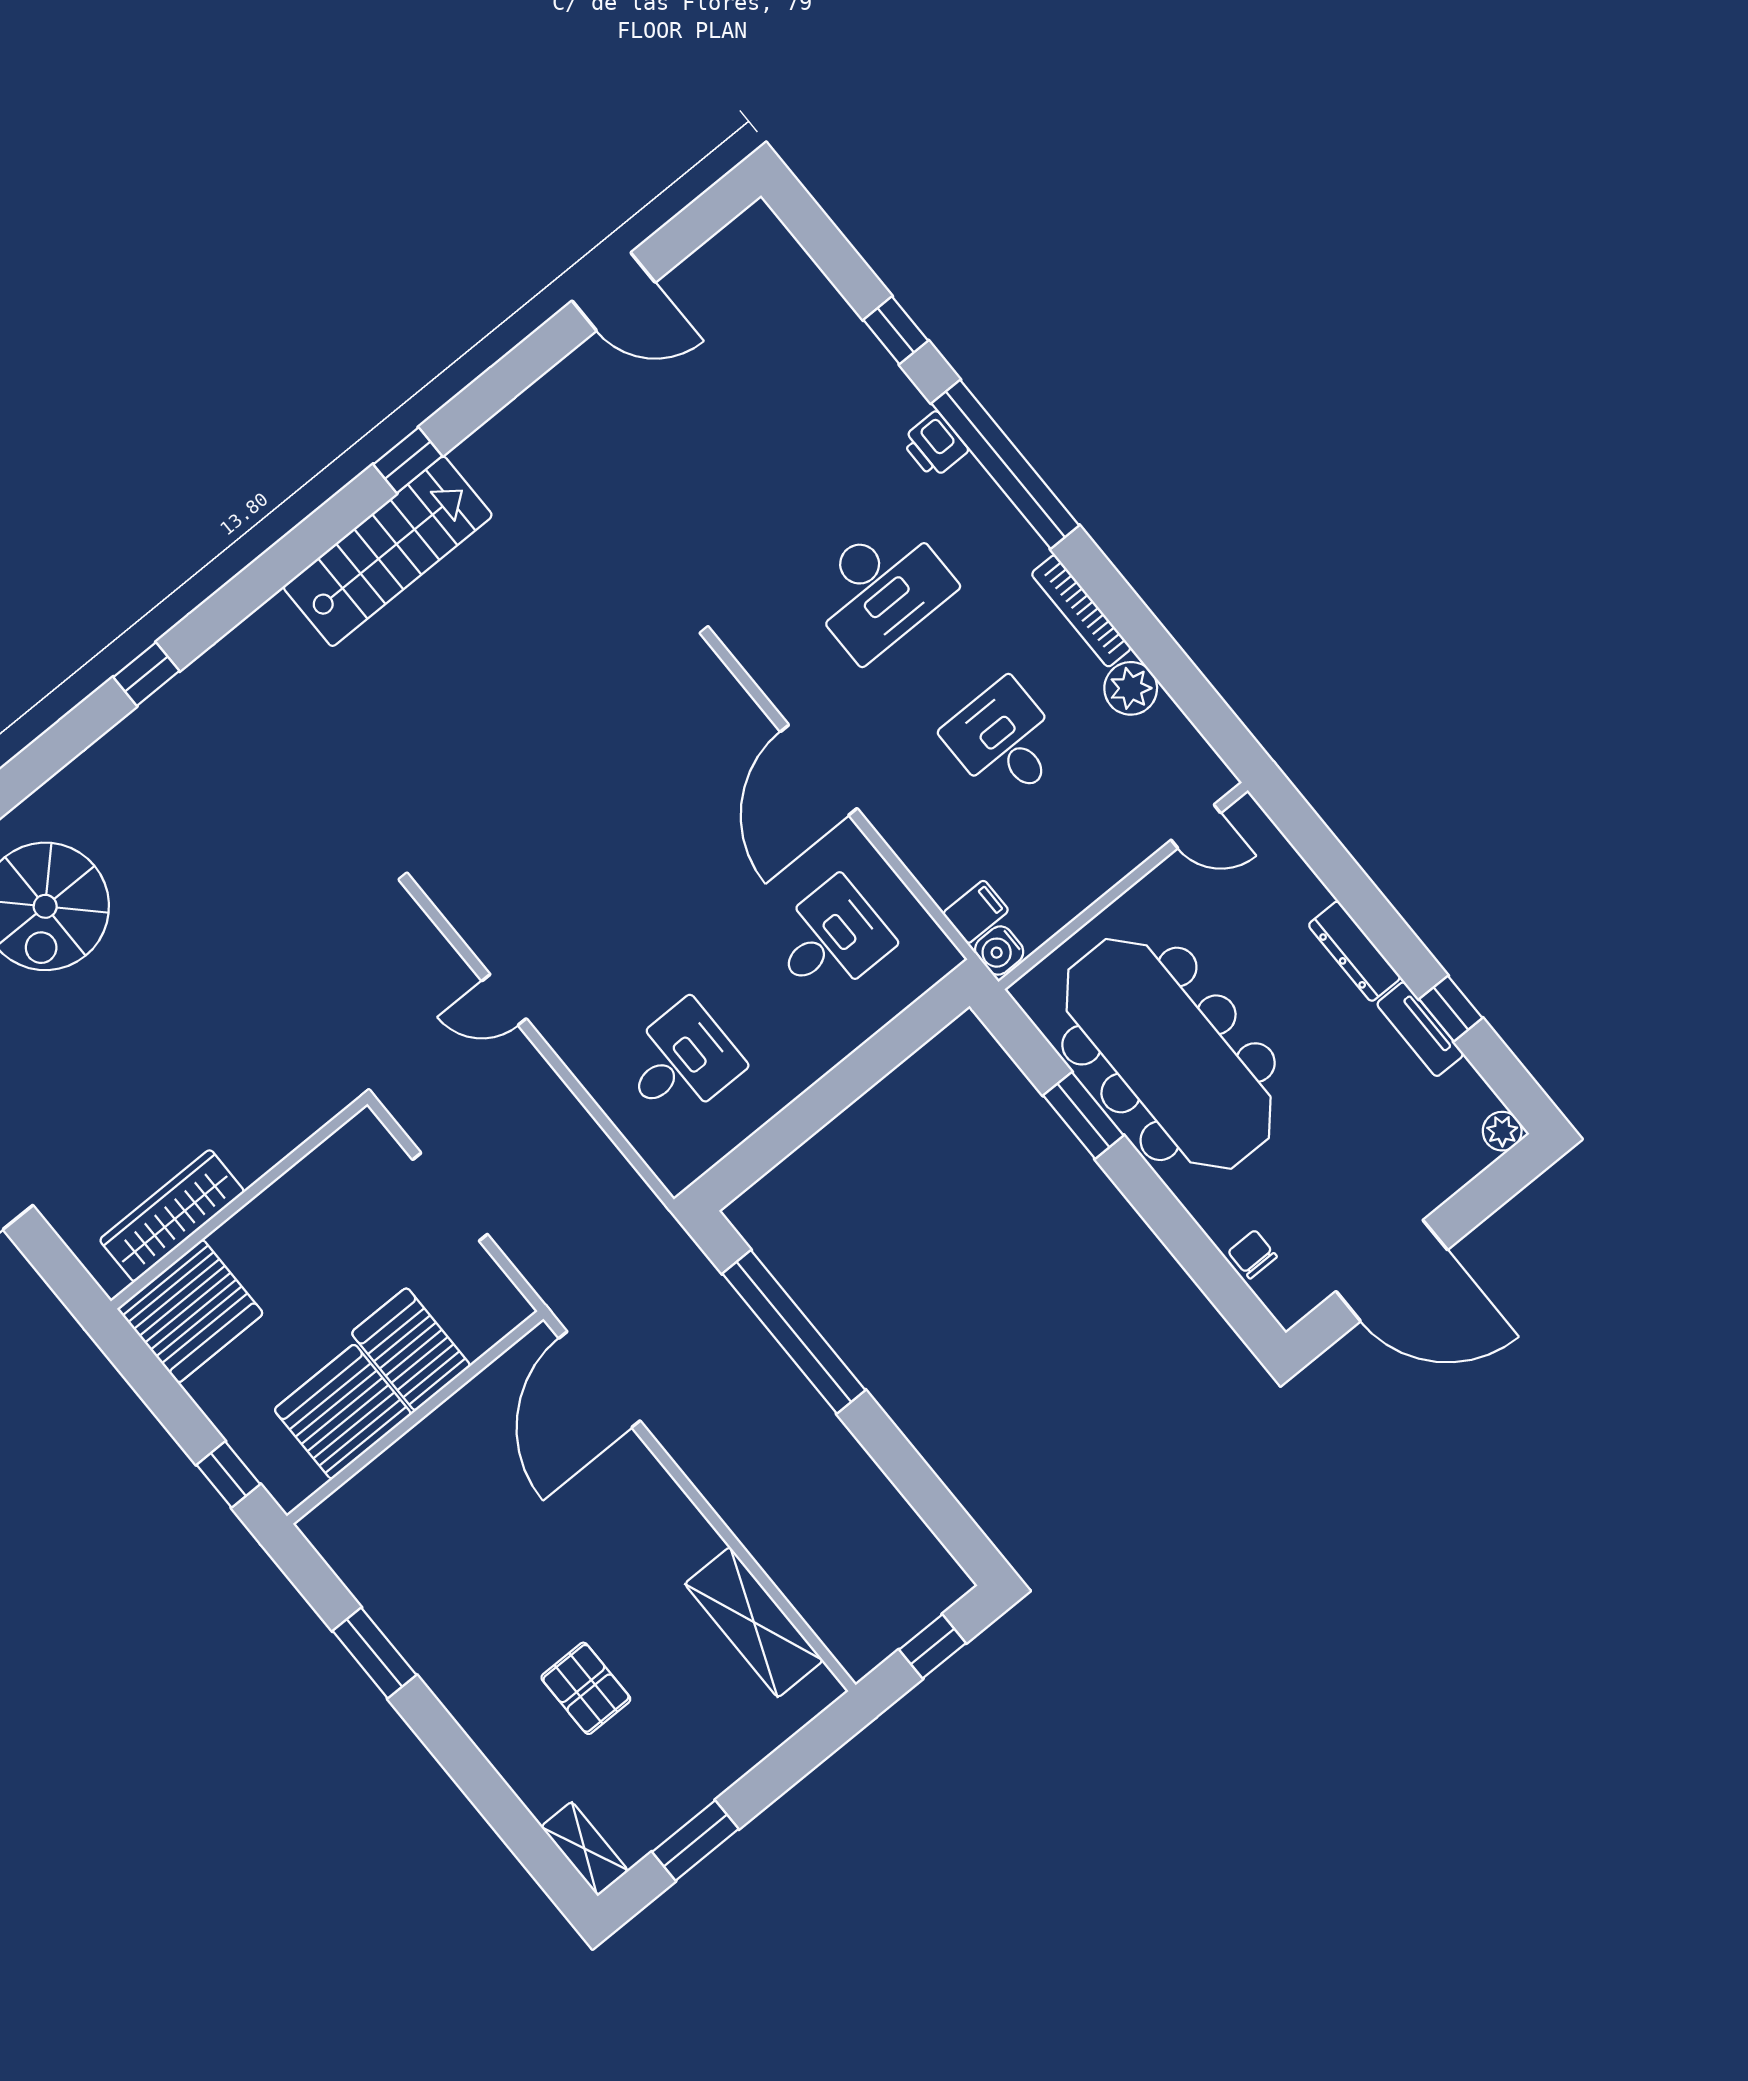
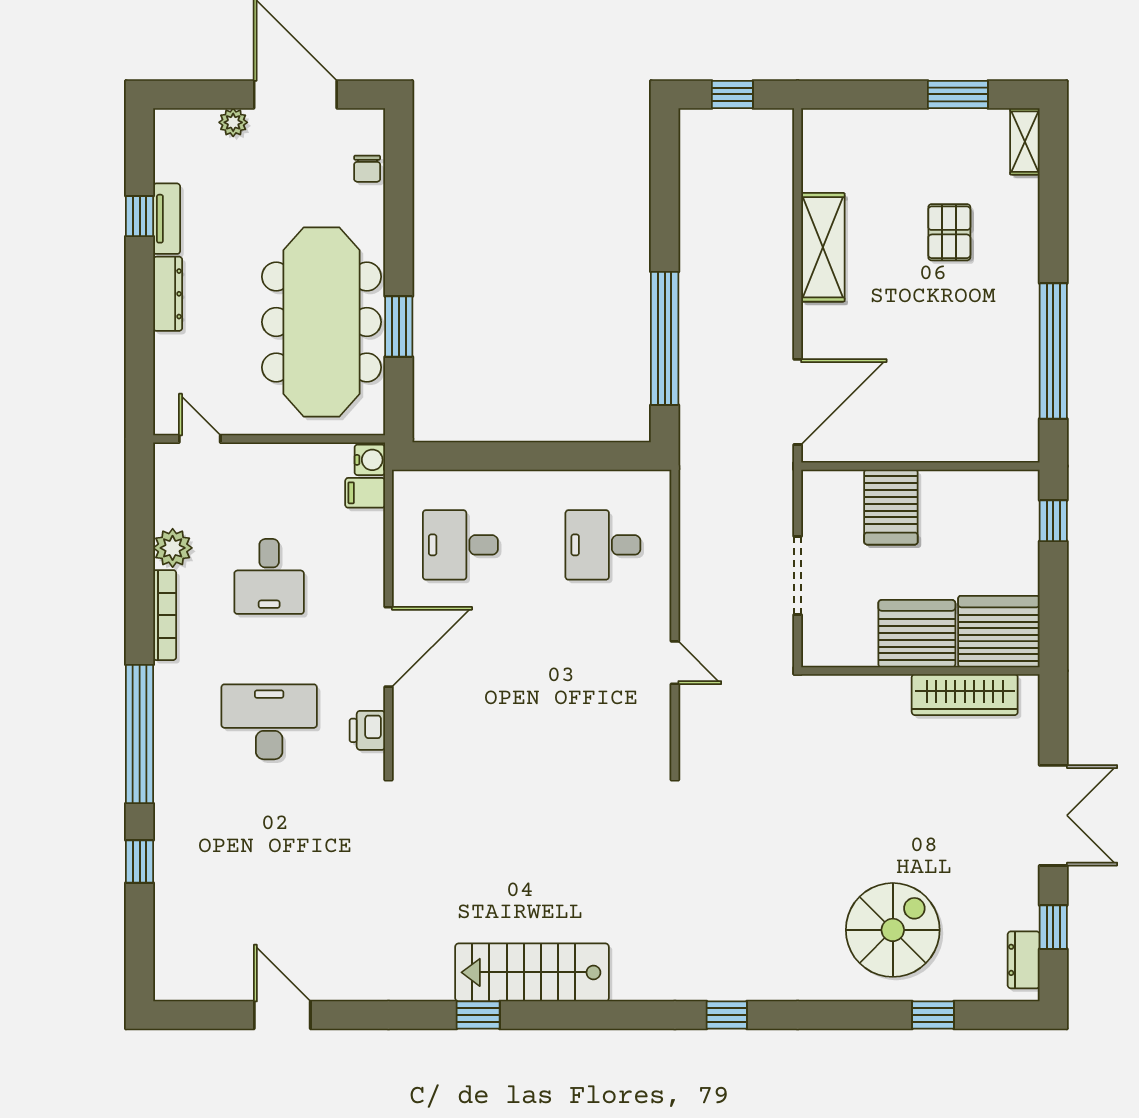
printer: (935, 445) -> (367, 730), moved, turned 180
plant: (1502, 1131) -> (233, 122), moved
server rack: (343, 1412) -> (917, 634), moved, turned 180
shelving: (754, 1622) -> (823, 247), moved
window: (374, 1653) -> (1053, 351), width x2.11

